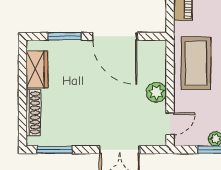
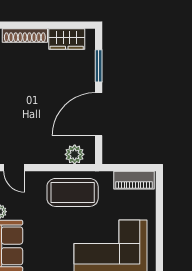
plant: (156, 92) -> (75, 154), moved

